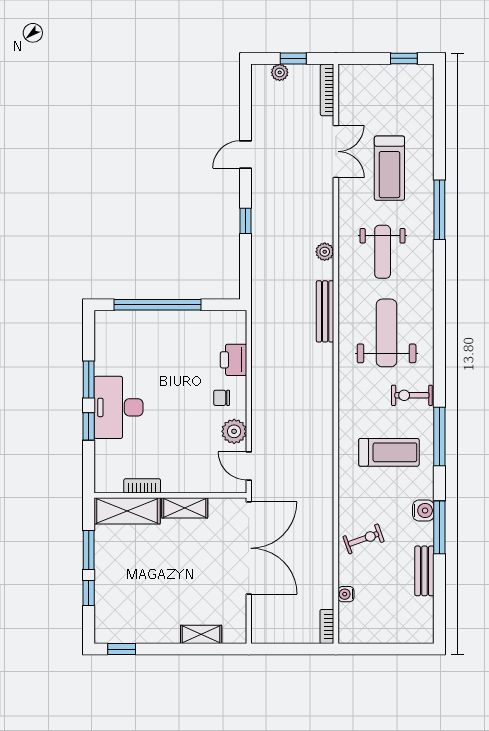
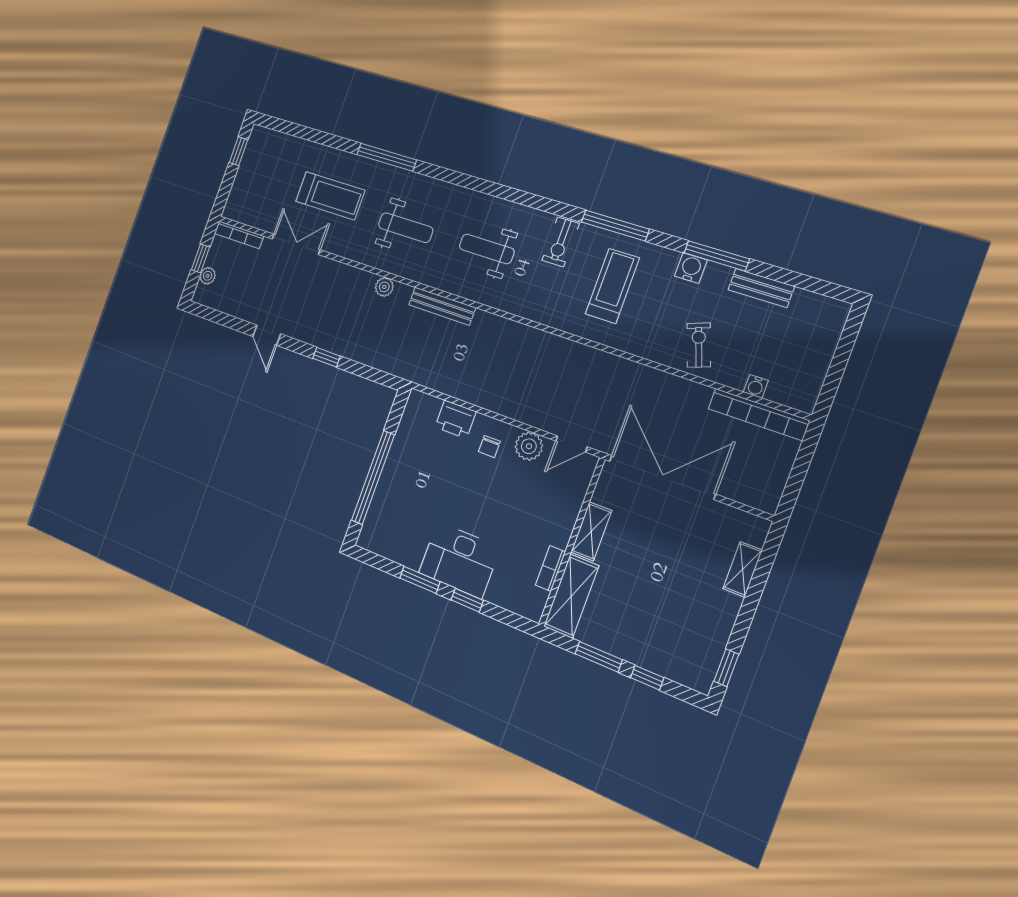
weight bench: (387, 333) -> (487, 249), width x0.73, depth x0.75
bookcase: (327, 626) -> (759, 414), width x2.31, depth x1.31

